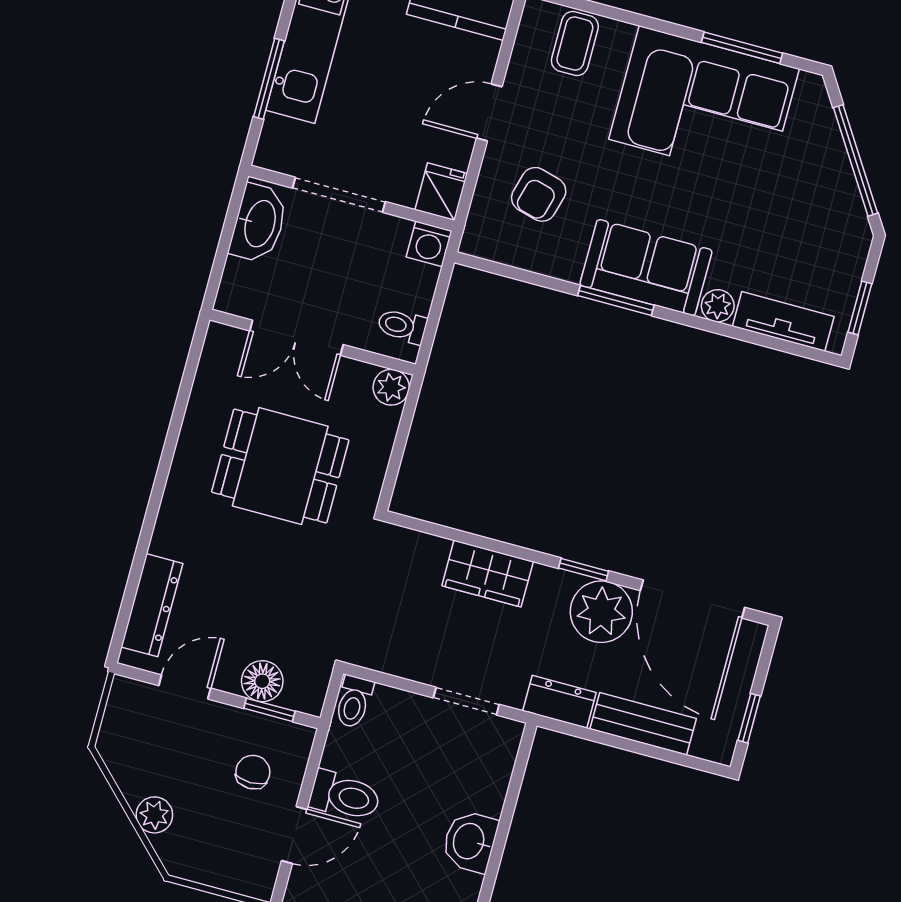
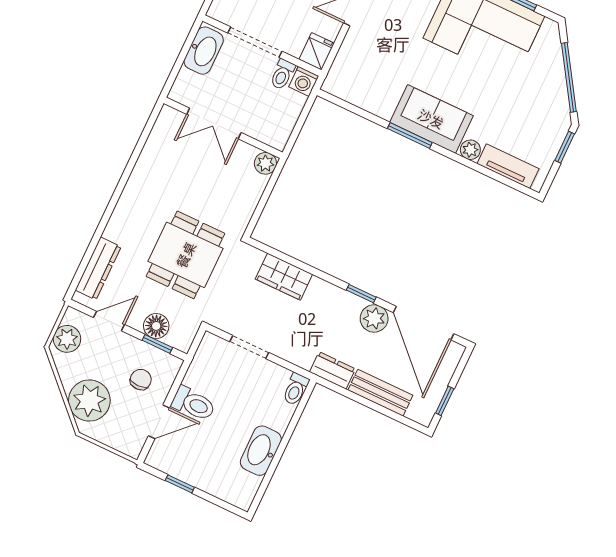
armchair: (539, 194) -> (375, 63), removed
window: (860, 308) -> (565, 147), moved
toilet: (402, 326) -> (282, 74), moved, turned -90
dining table: (280, 466) -> (186, 255), moved, turned 90
wardrobe: (488, 574) -> (284, 277), moved
plant: (601, 612) -> (374, 318), width x0.73, depth x0.73
doorway: (466, 701) -> (249, 347), moved
toilet: (354, 702) -> (296, 389), moved
plant: (122, 728) -> (67, 339), added
plant: (154, 815) -> (89, 401), width x1.88, depth x1.88
washbasin: (470, 841) -> (261, 451), width x1.38

